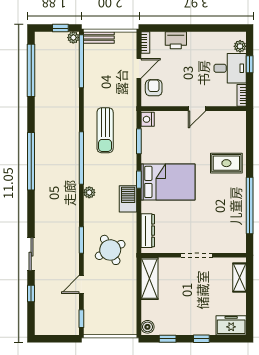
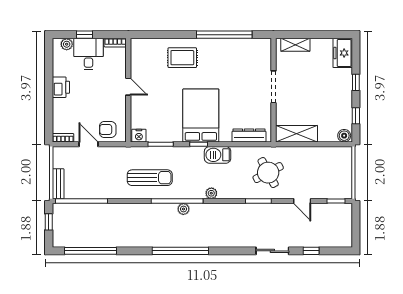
plant: (73, 38) -> (183, 209), moved
printer: (176, 40) -> (61, 87), moved
rug: (226, 163) -> (182, 58), turned 90

